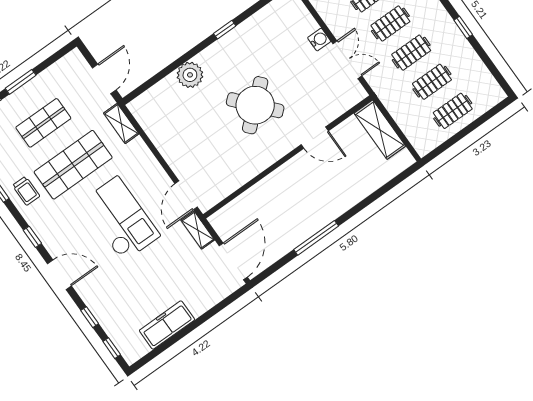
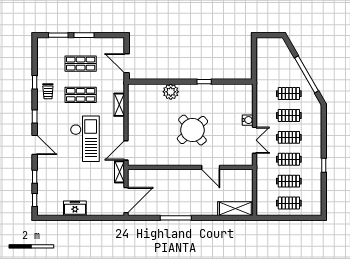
door: (104, 79) -> (127, 63), swing flipped
shelving: (121, 123) -> (119, 105), moved
shelving: (380, 130) -> (235, 209), moved, turned 90
shop shelf: (73, 165) -> (81, 95), width x0.70, depth x0.74
freezer: (167, 325) -> (75, 208), width x0.71

